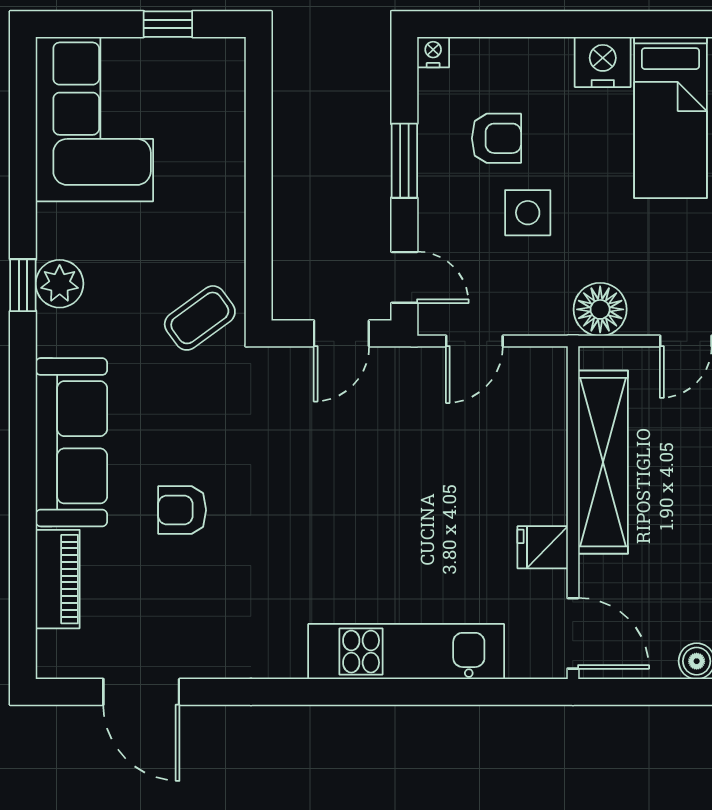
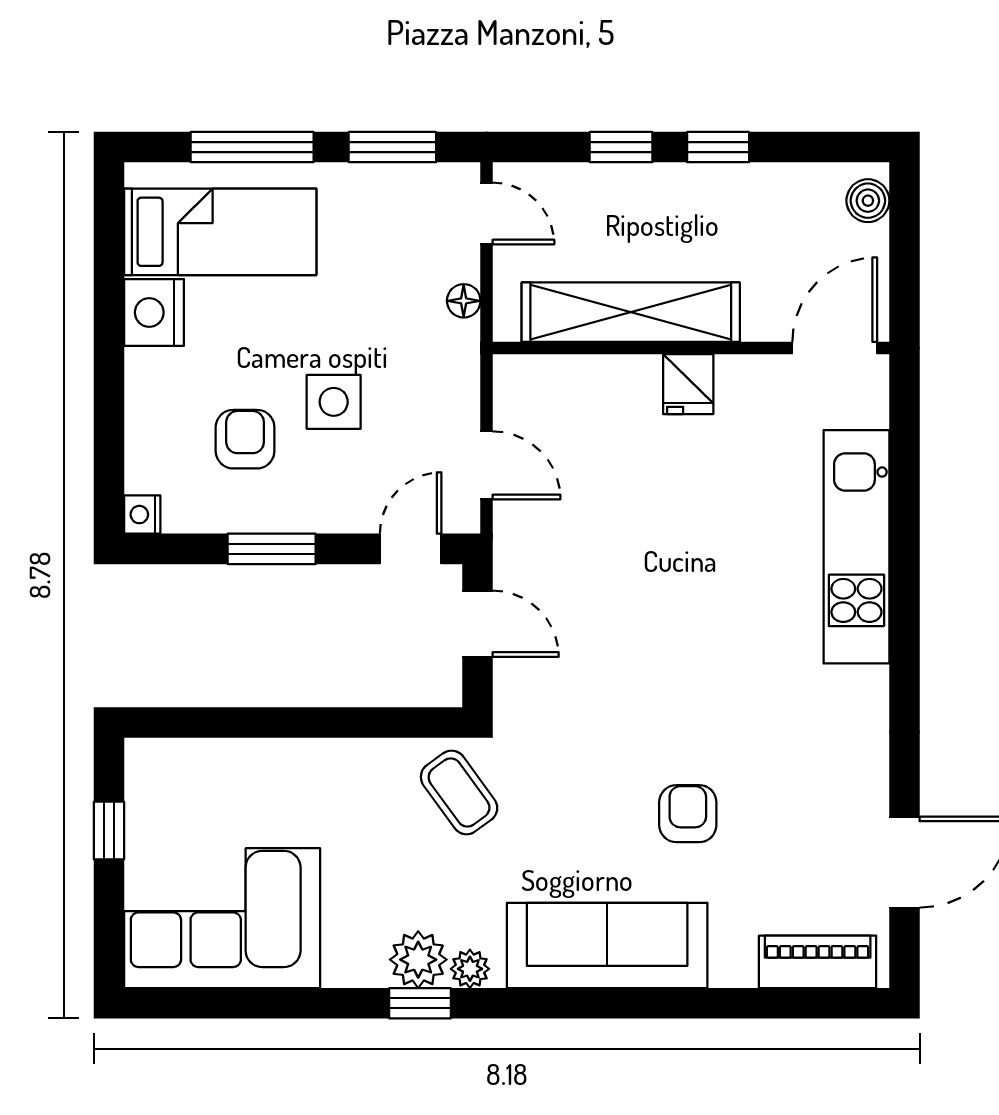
floor lamp: (600, 309) -> (464, 301), width x0.53, depth x0.53
plant: (52, 327) -> (470, 969), added
armchair: (182, 510) -> (688, 814), turned 180
fridge: (543, 547) -> (688, 384), moved
piano: (58, 579) -> (818, 962), moved

